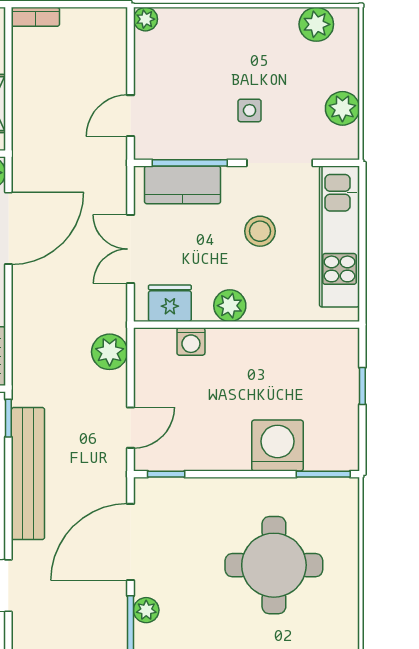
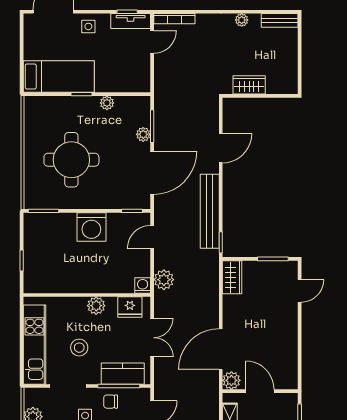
chair: (204, 135) -> (111, 402), added
washing machine: (191, 341) -> (143, 285), moved
washing machine: (277, 446) -> (91, 227), moved

